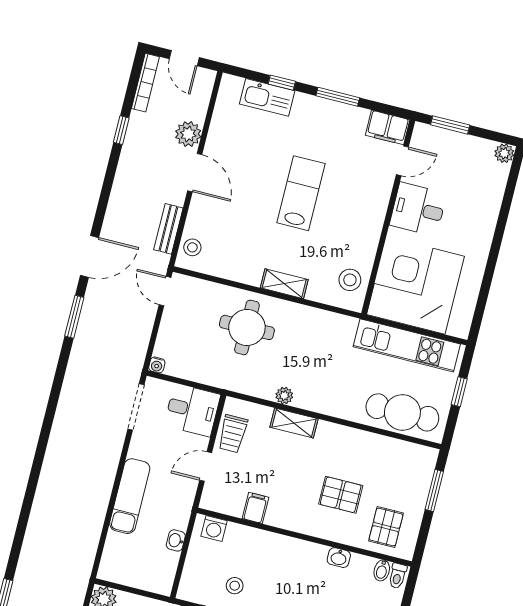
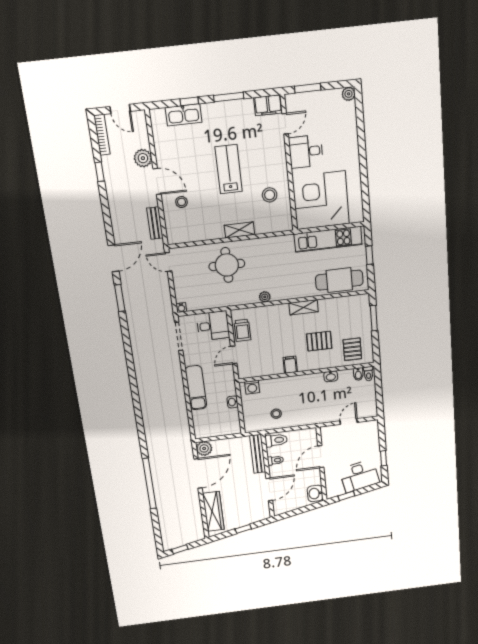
stool: (192, 247) -> (182, 202), moved
stool: (350, 280) -> (270, 195), moved
shelving: (294, 423) -> (304, 307), moved
filing cabinet: (255, 508) -> (290, 365), moved

